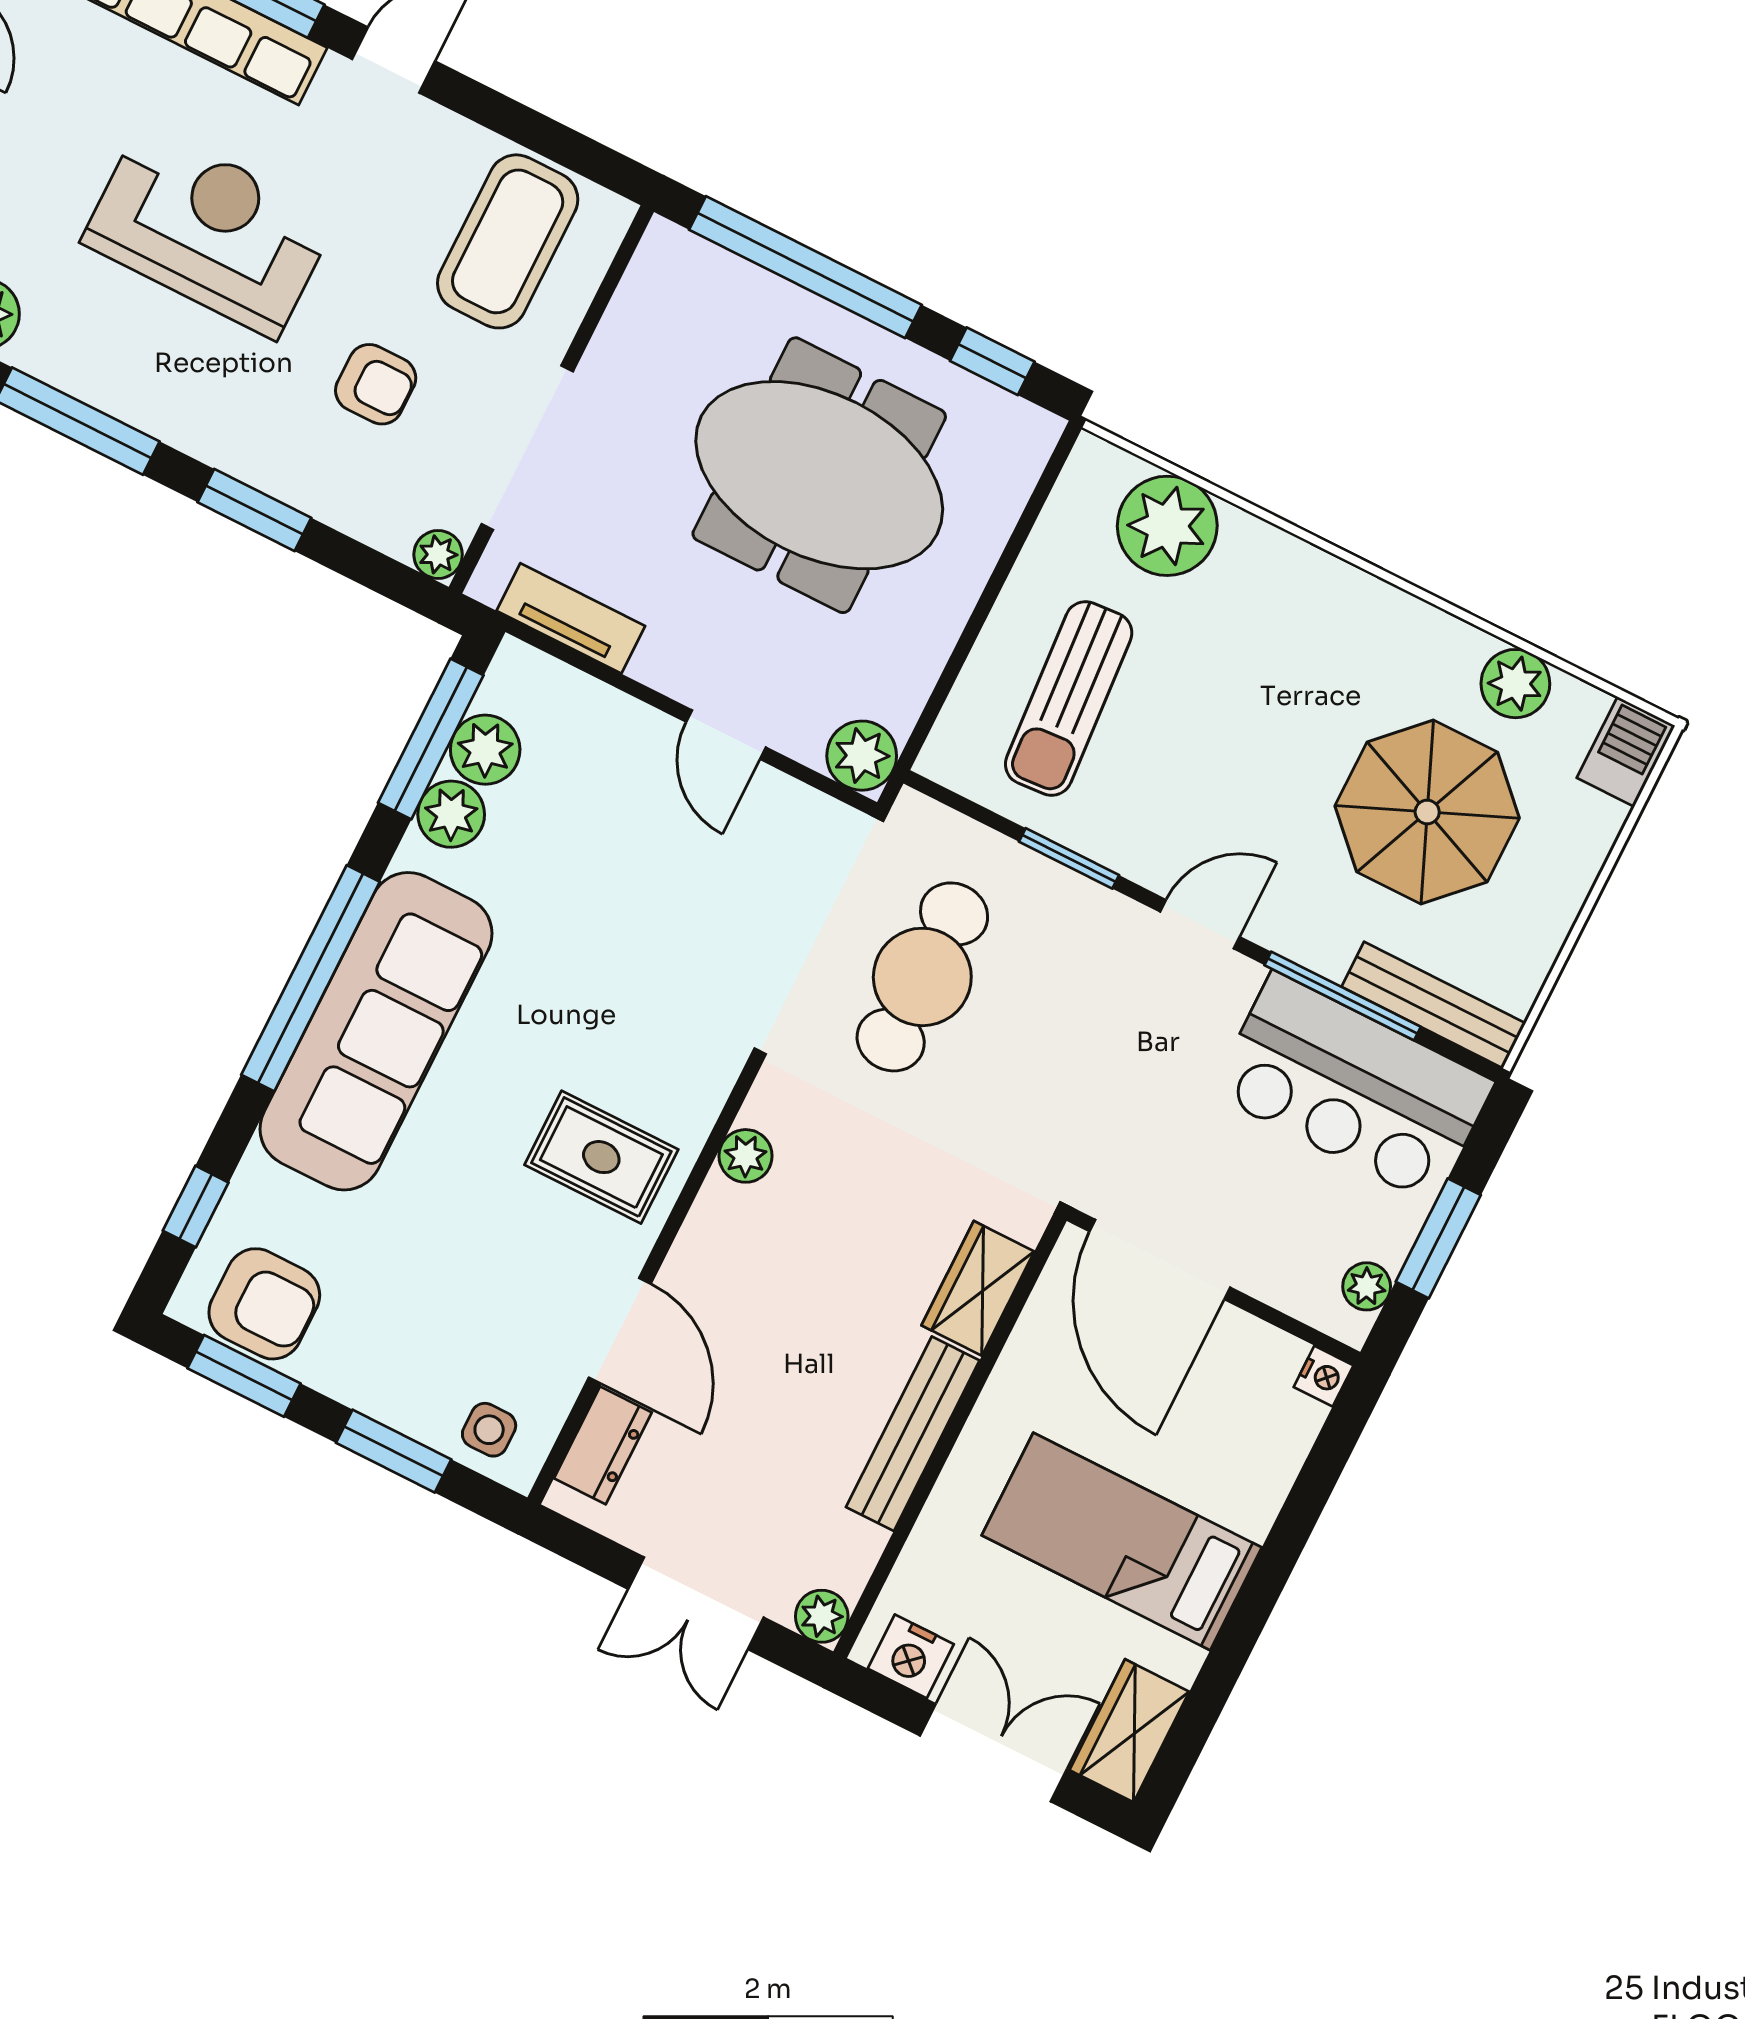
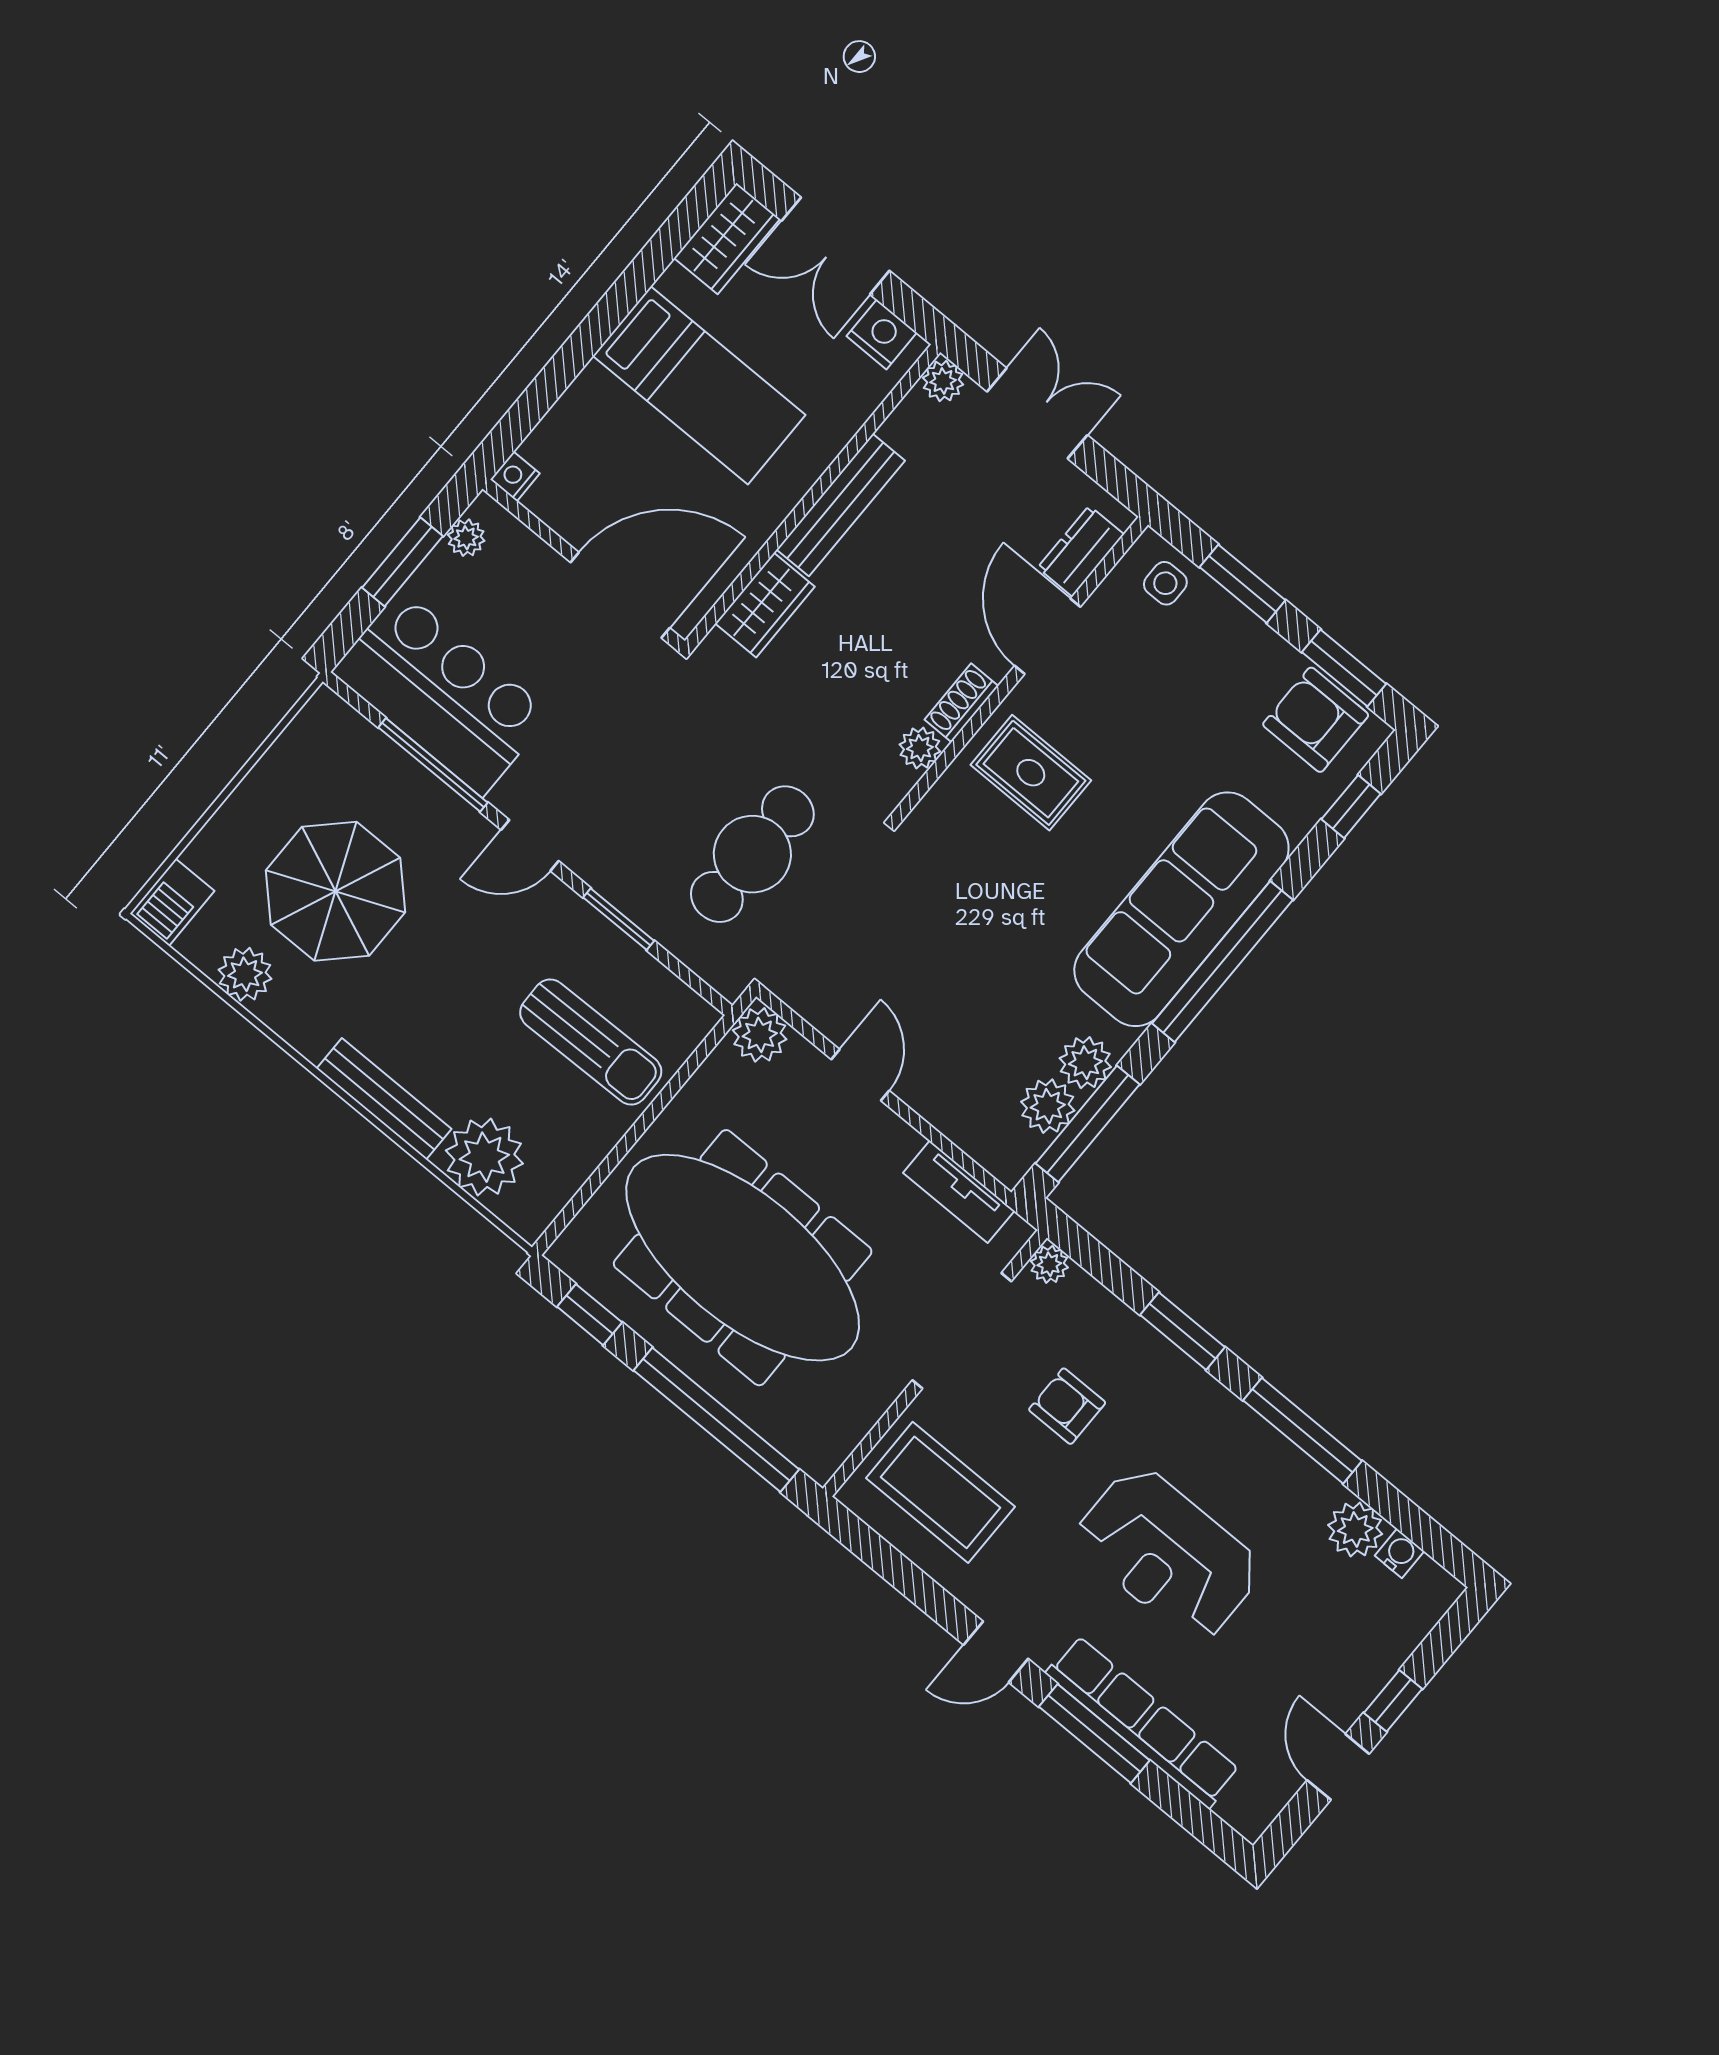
coffee table: (508, 241) -> (940, 1492), turned 90
meeting table: (819, 475) -> (743, 1258), width x1.36
sun lounger: (1069, 698) -> (591, 1042), turned 93
bench: (1434, 1005) -> (384, 1099), moved
shoe rack: (707, 1224) -> (961, 703), added
door: (1160, 1259) -> (620, 595), hinge flipped

